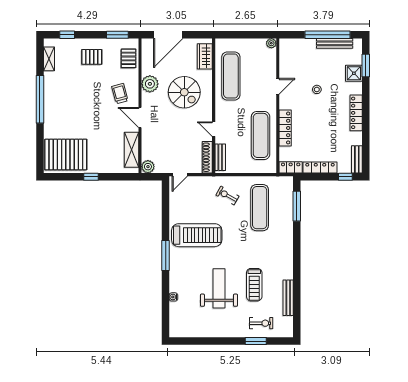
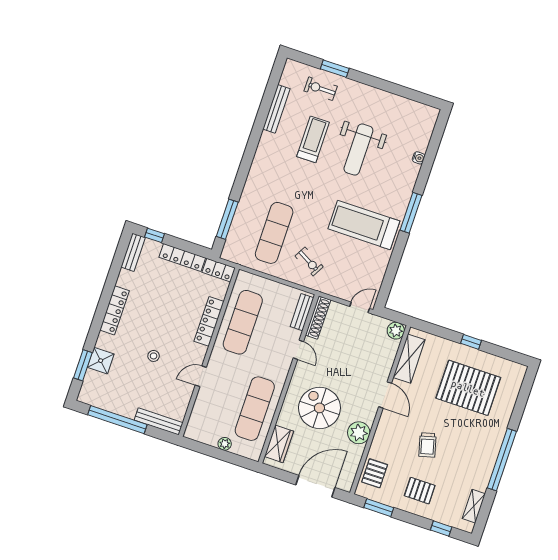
plant: (271, 43) -> (225, 444), moved
bench: (335, 43) -> (159, 421), moved
trolley: (120, 94) -> (427, 445), moved
pallet: (66, 155) -> (468, 388), moved

